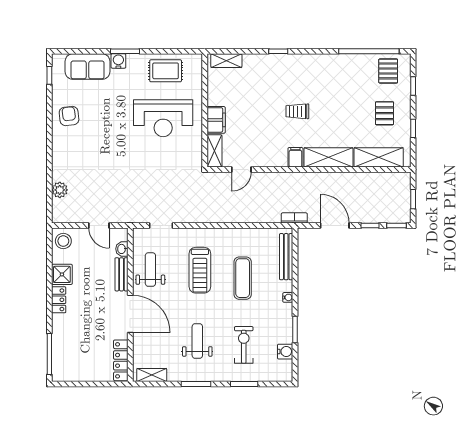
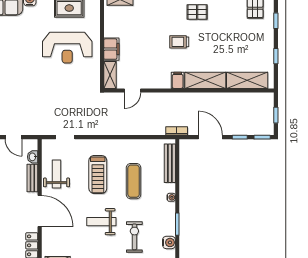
pallet: (384, 113) -> (197, 12), moved, turned 90
weight bench: (197, 341) -> (101, 222), moved, turned -90

